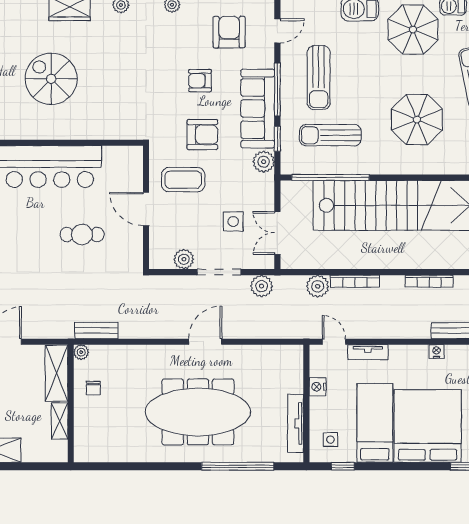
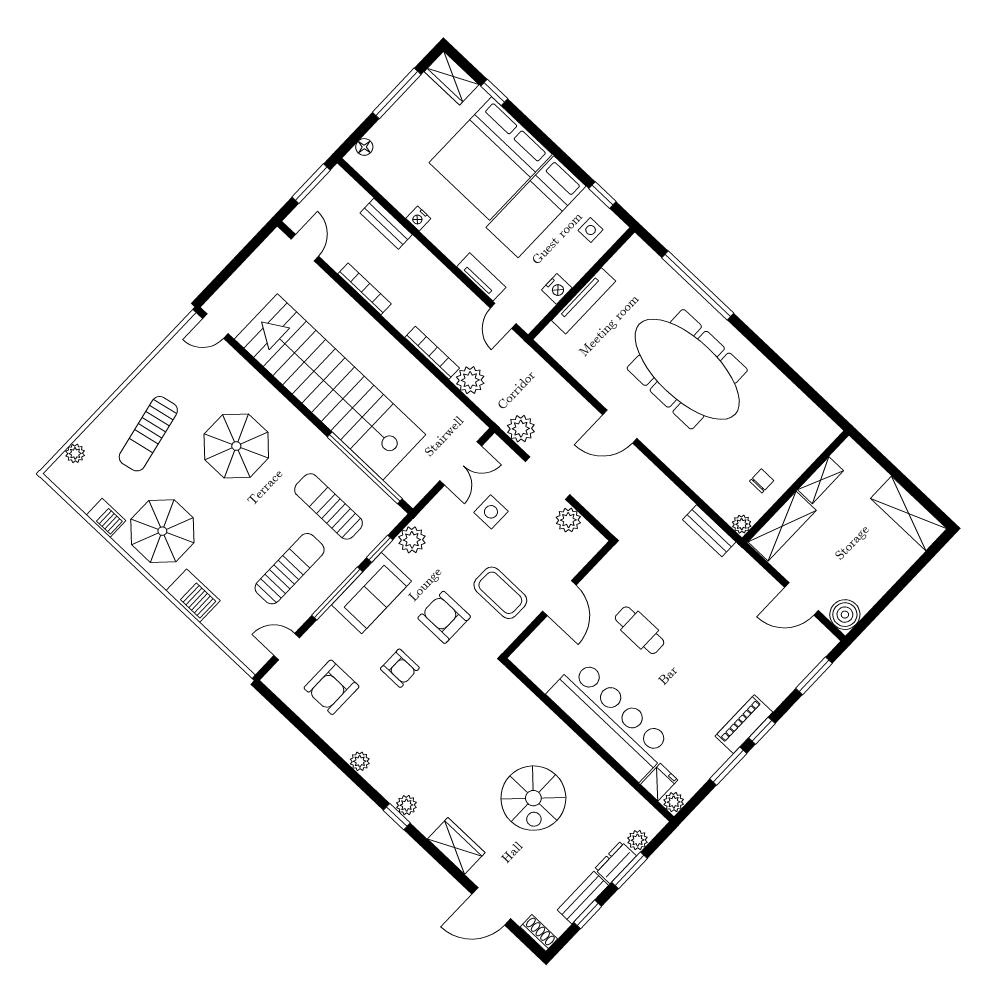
sofa: (258, 109) -> (371, 593), width x0.73
sun lounger: (330, 135) -> (329, 506), turned 180
tv unit: (296, 423) -> (584, 301), moved

